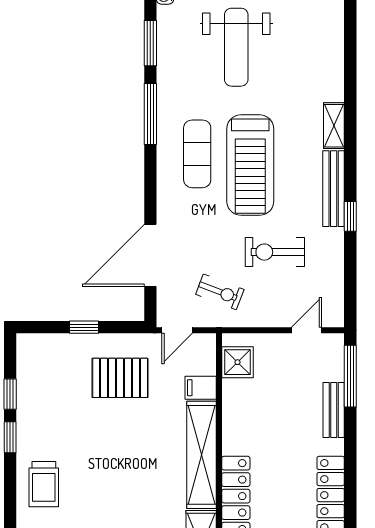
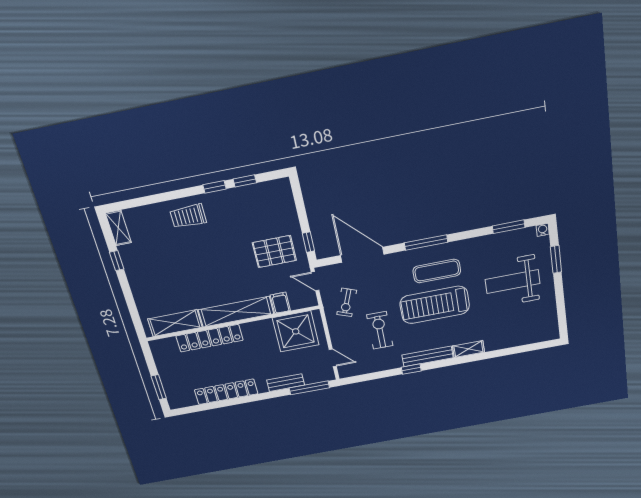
window: (150, 114) -> (426, 243), moved
window: (84, 327) -> (308, 242), moved
shower: (238, 362) -> (296, 331), width x1.86, depth x1.86
pallet: (120, 378) -> (274, 252), turned 90

